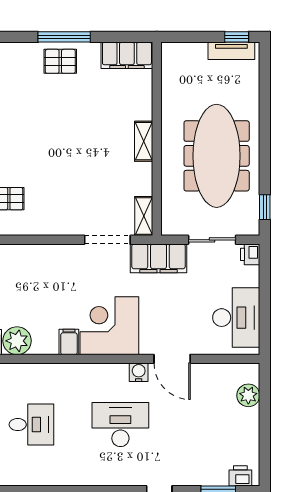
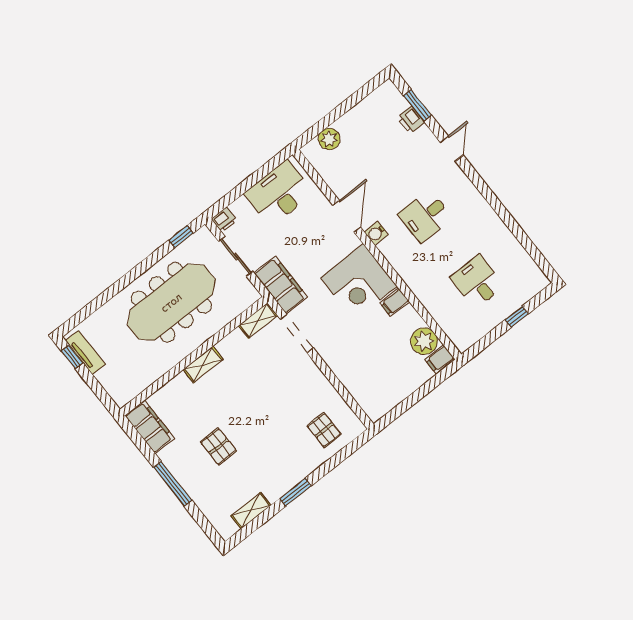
pallet: (60, 61) -> (219, 446), moved
desk: (120, 425) -> (425, 216), width x0.73
printer: (240, 476) -> (411, 120), moved

